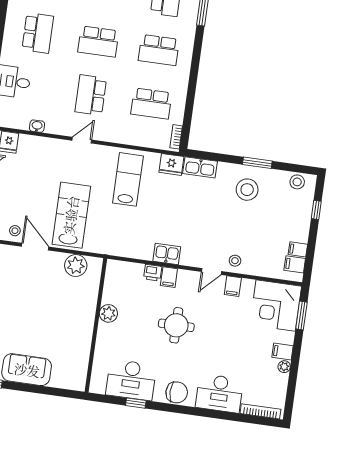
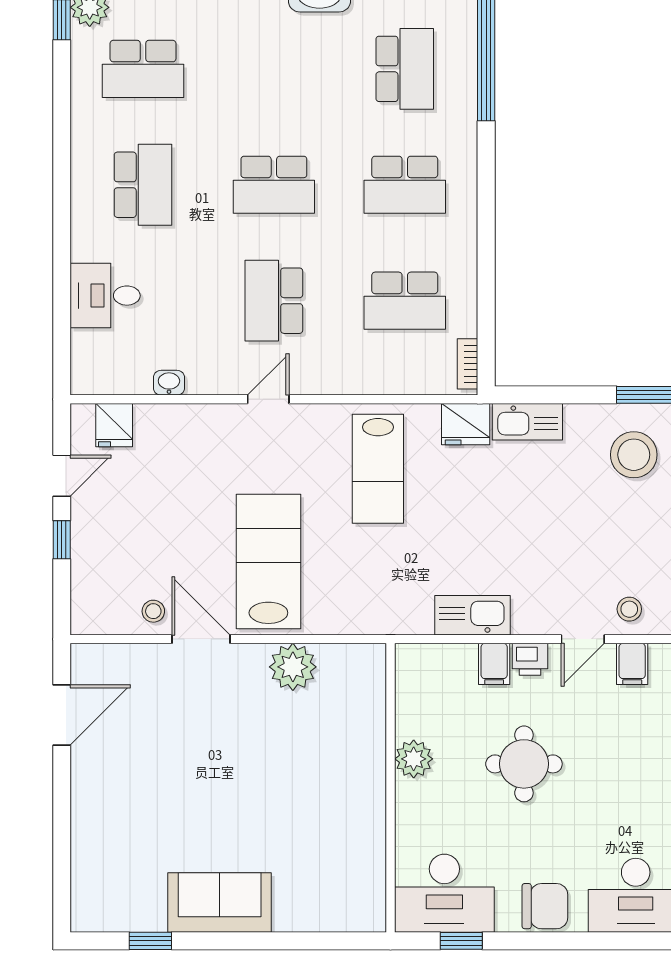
lab bench: (128, 179) -> (378, 469), turned 180
kitchen sink: (167, 254) -> (472, 615), width x1.38
printer: (153, 273) -> (530, 659), moved
plant: (108, 313) -> (414, 759), moved
wall: (96, 325) -> (390, 788), moved

